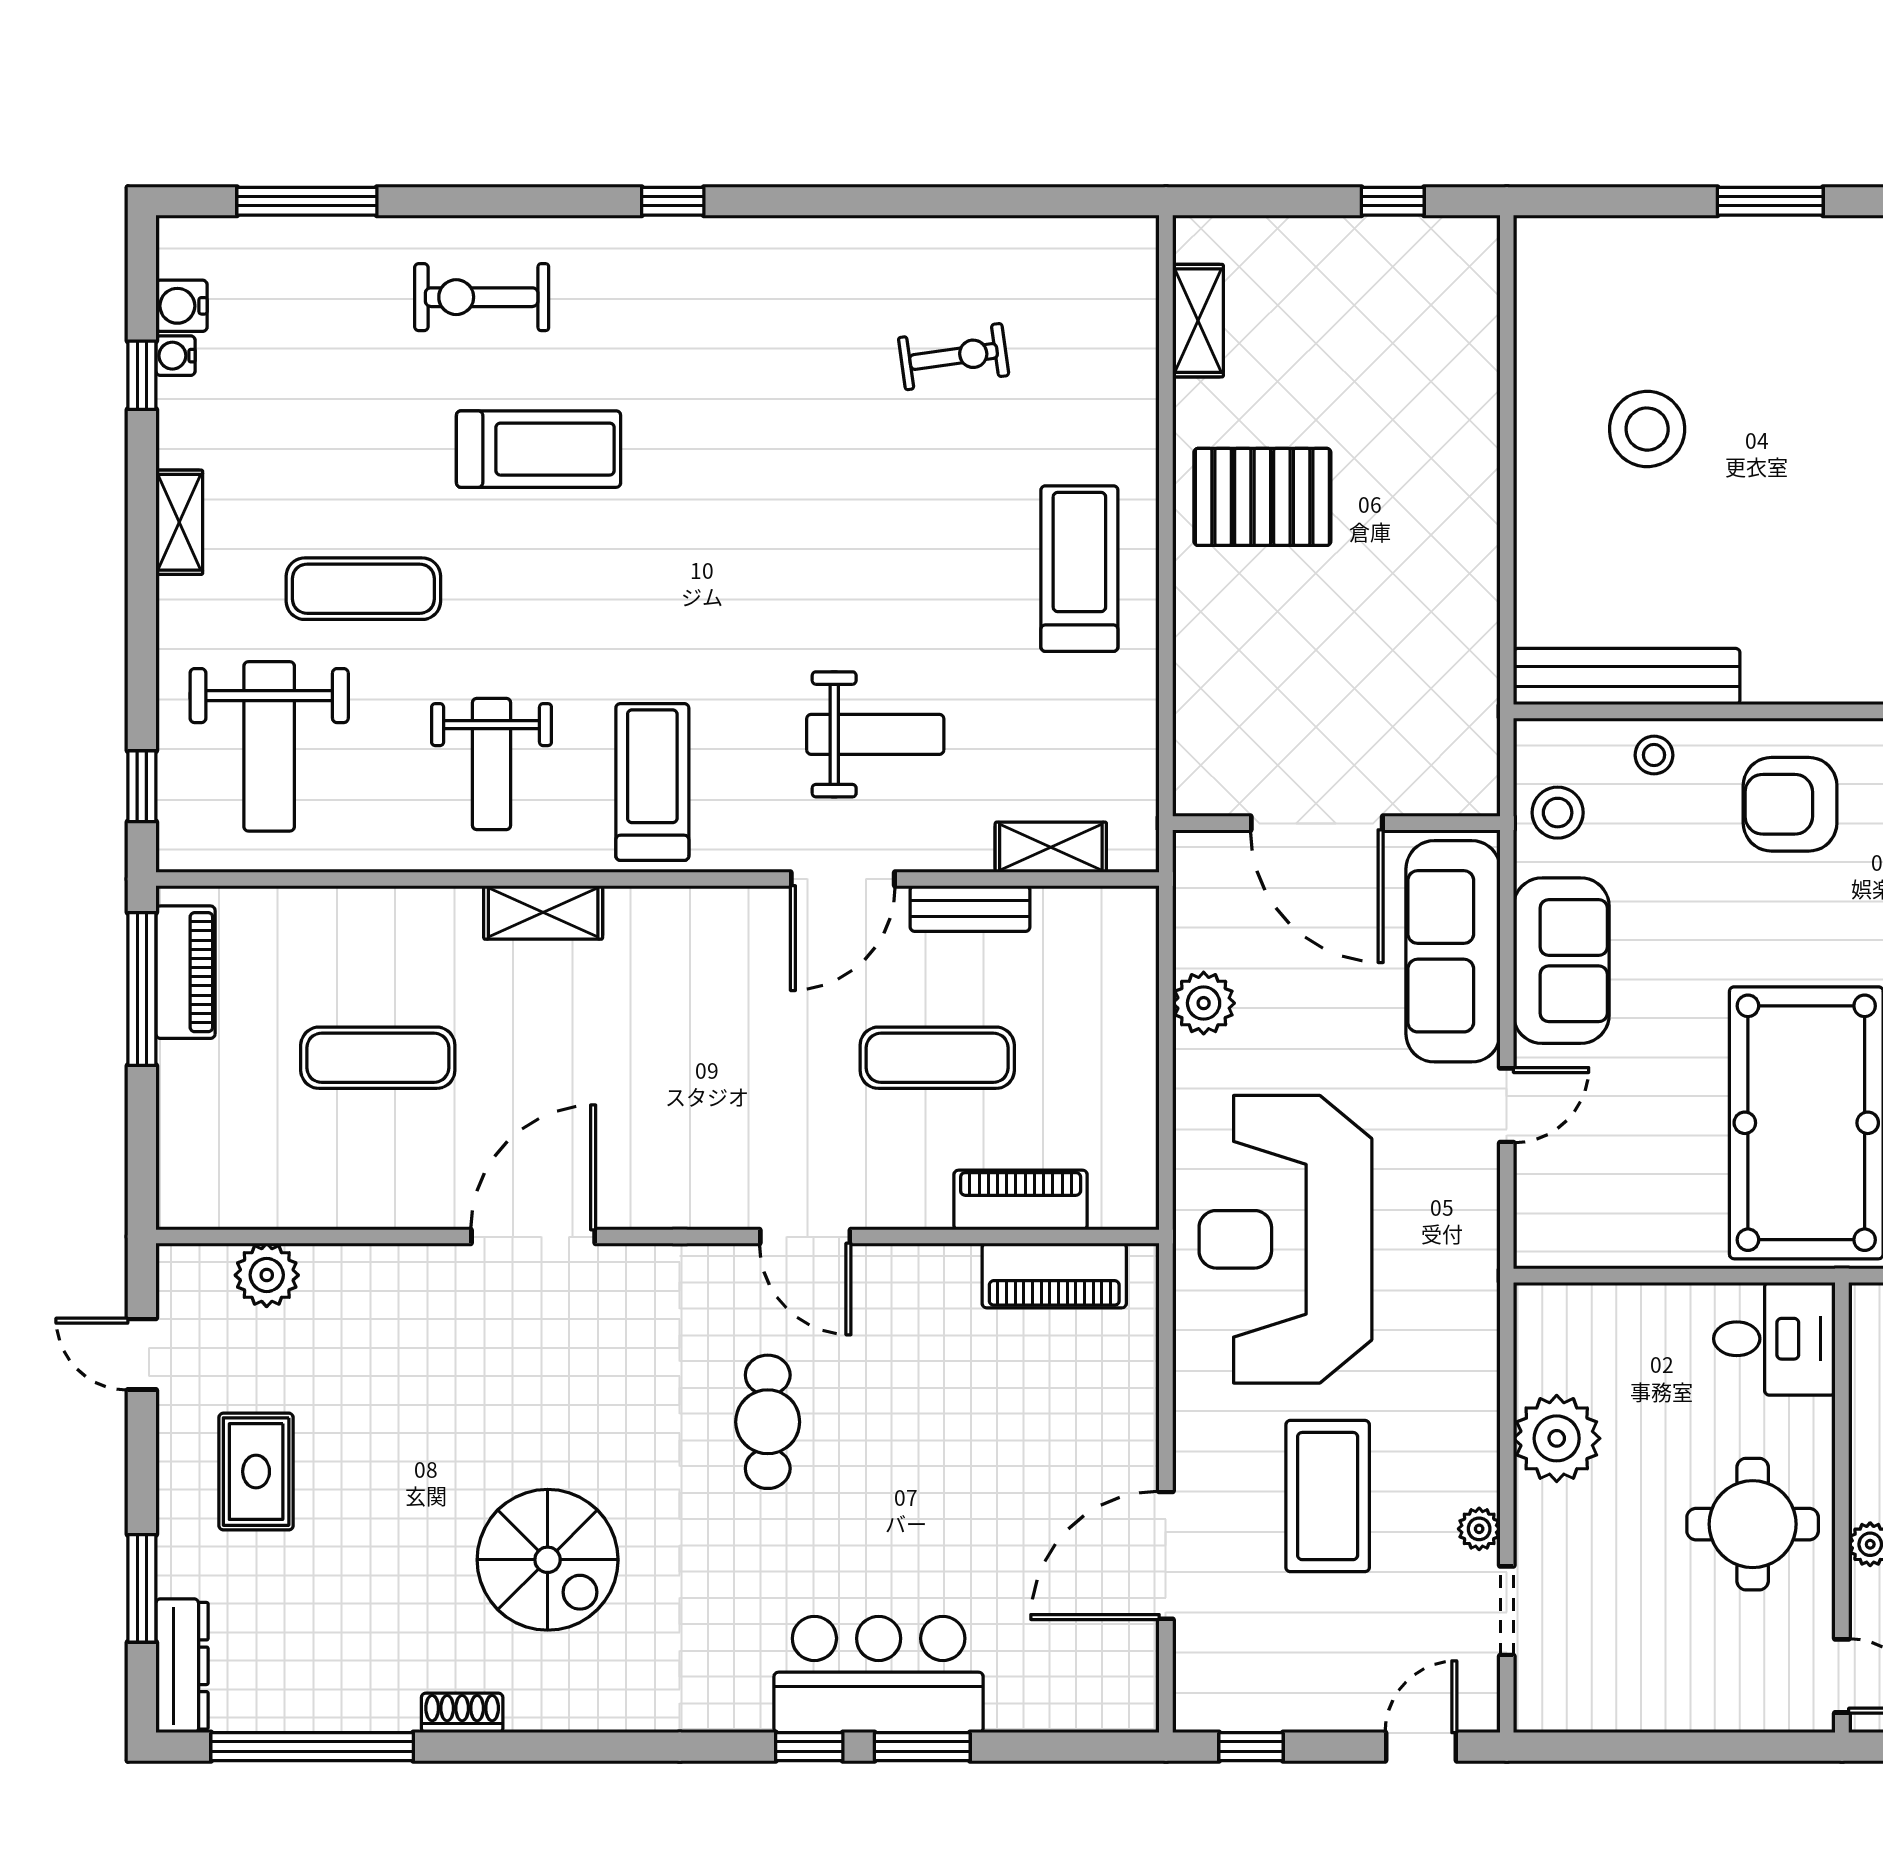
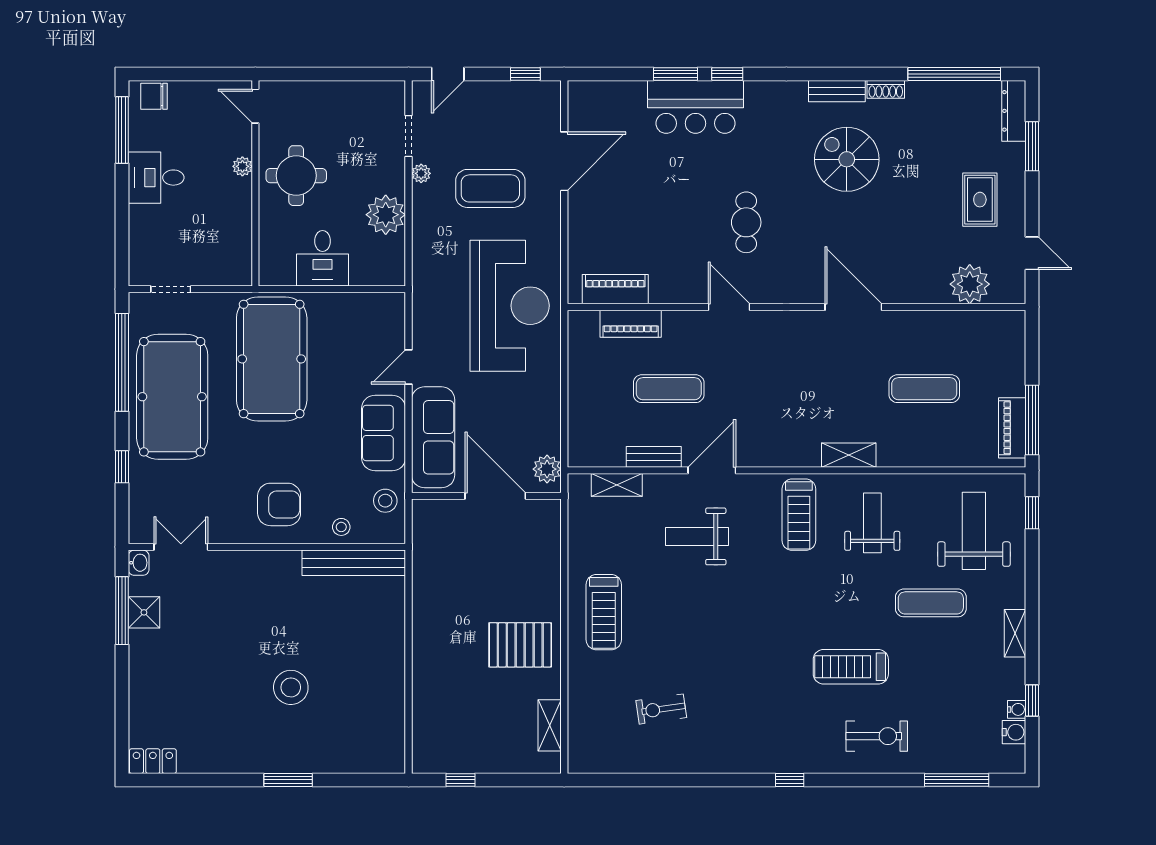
stool: (1647, 429) -> (291, 687), moved
plant: (1204, 1003) -> (547, 469), moved
door: (533, 1237) -> (853, 307), swing flipped
plant: (267, 1275) -> (970, 284), width x1.36, depth x1.36
desk: (1774, 1339) -> (323, 258), moved, turned -90
coffee table: (1328, 1496) -> (490, 188), turned 90
bench: (569, 1709) -> (837, 91), added

